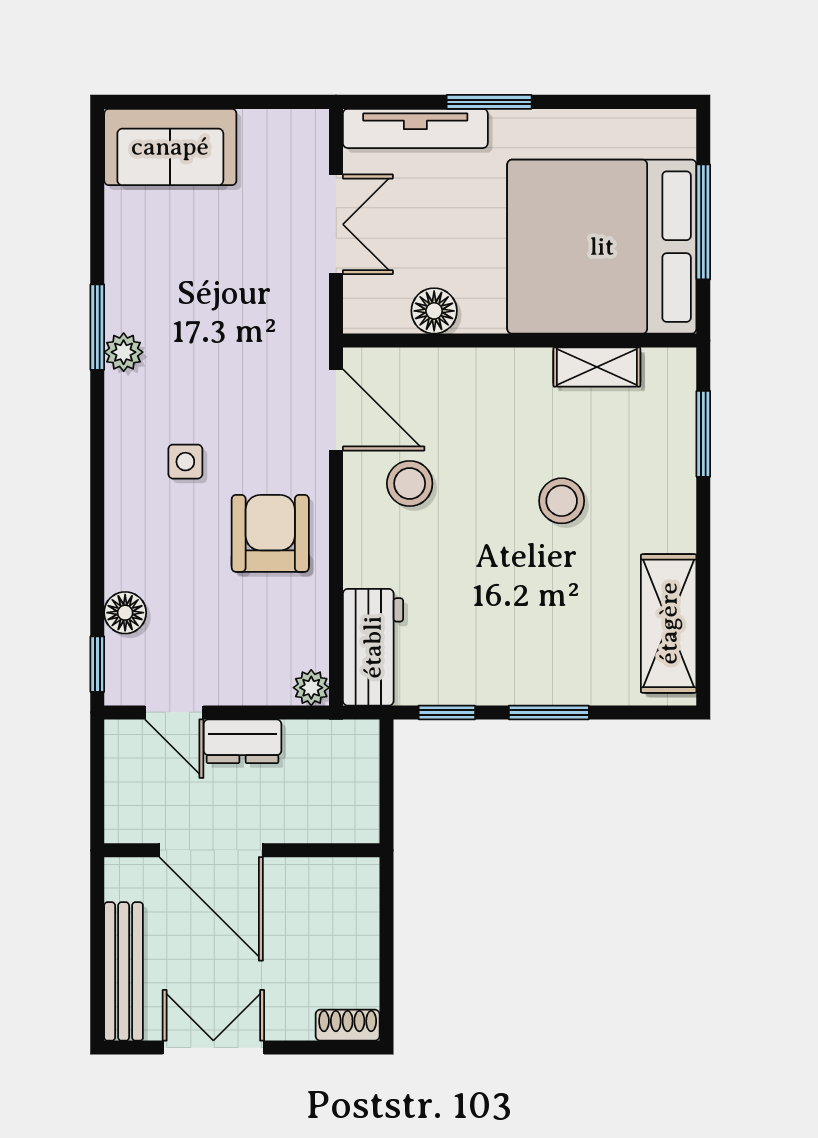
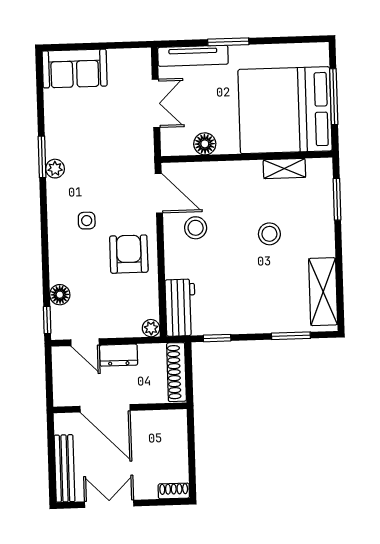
window: (549, 712) -> (291, 336), moved
shoe rack: (361, 780) -> (177, 372), added

